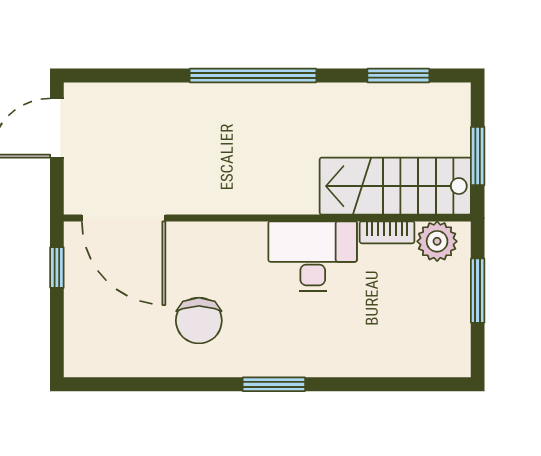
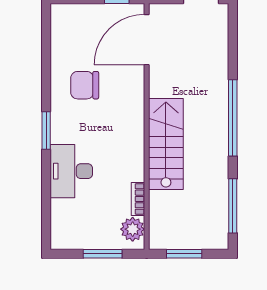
window: (398, 75) -> (233, 206), width x1.44
stairs: (395, 186) -> (166, 144), moved
desk: (313, 256) -> (71, 171), moved, turned 180

